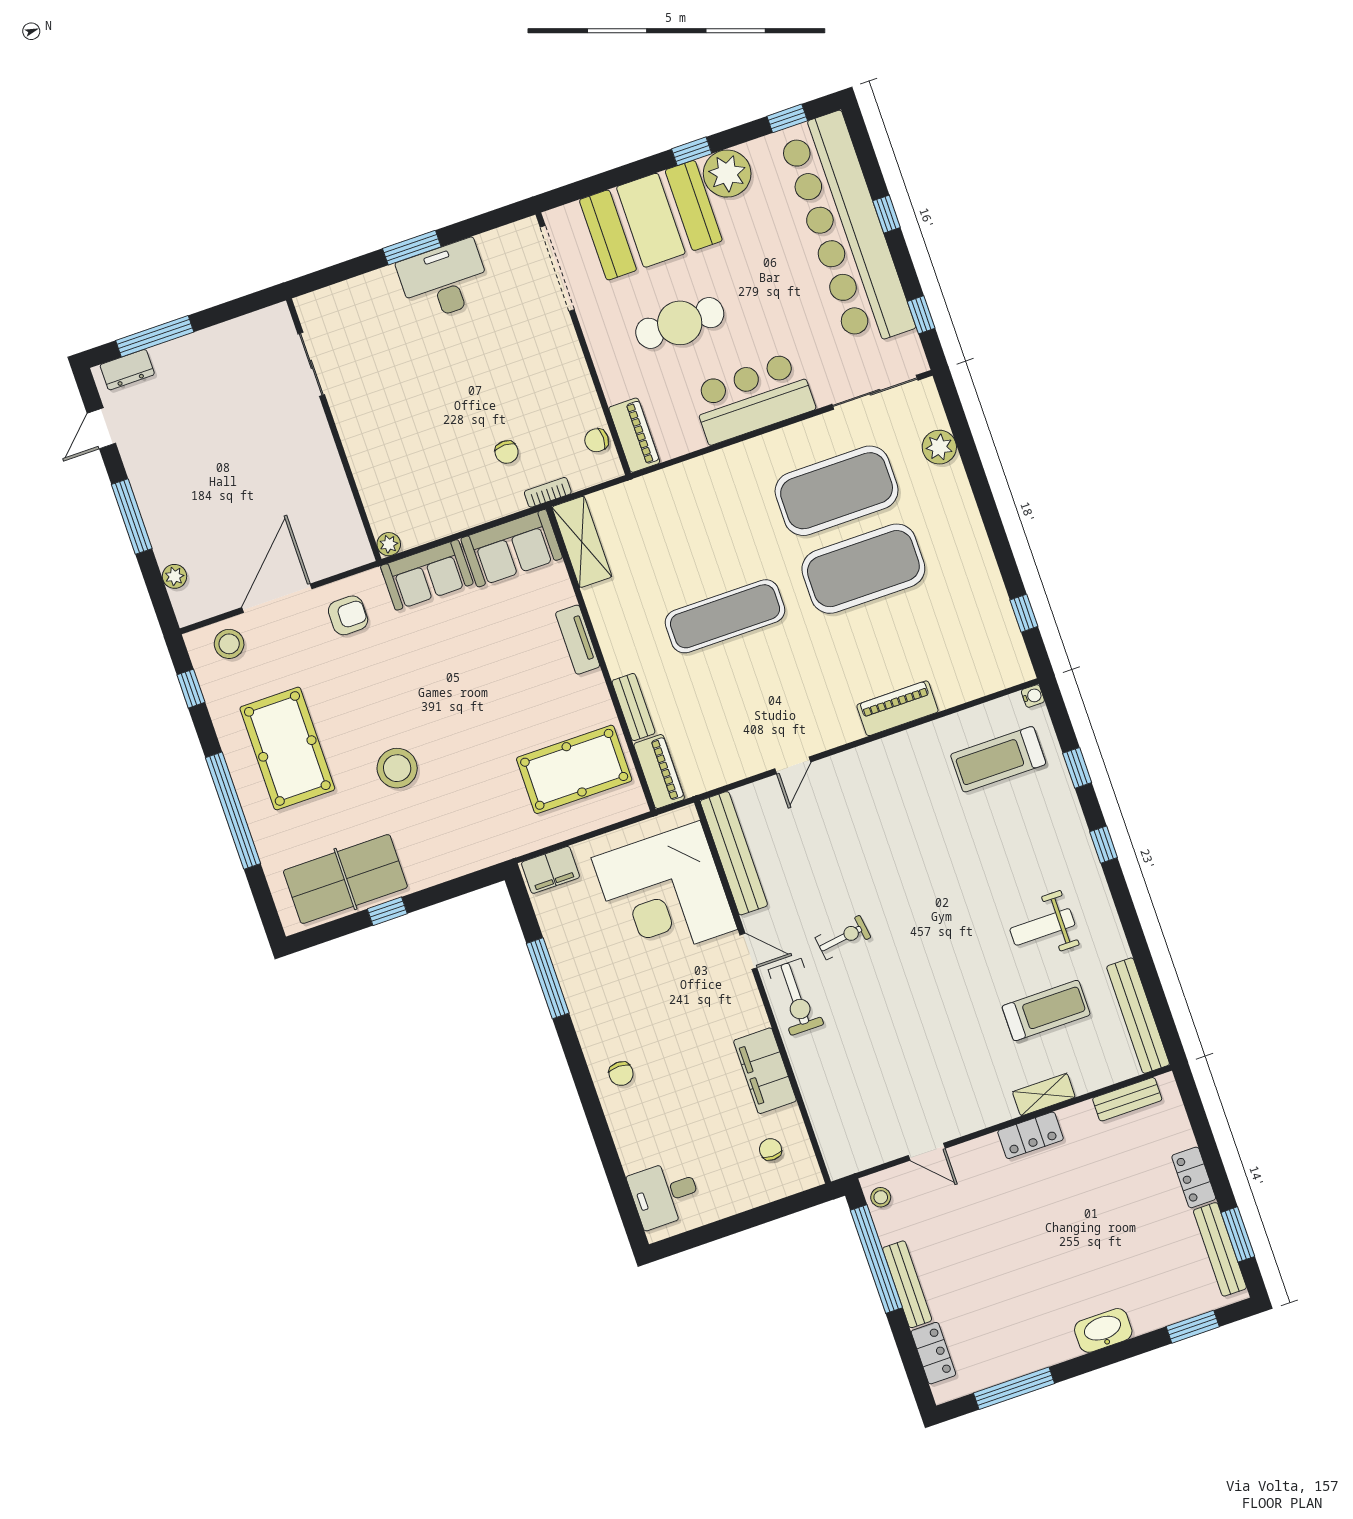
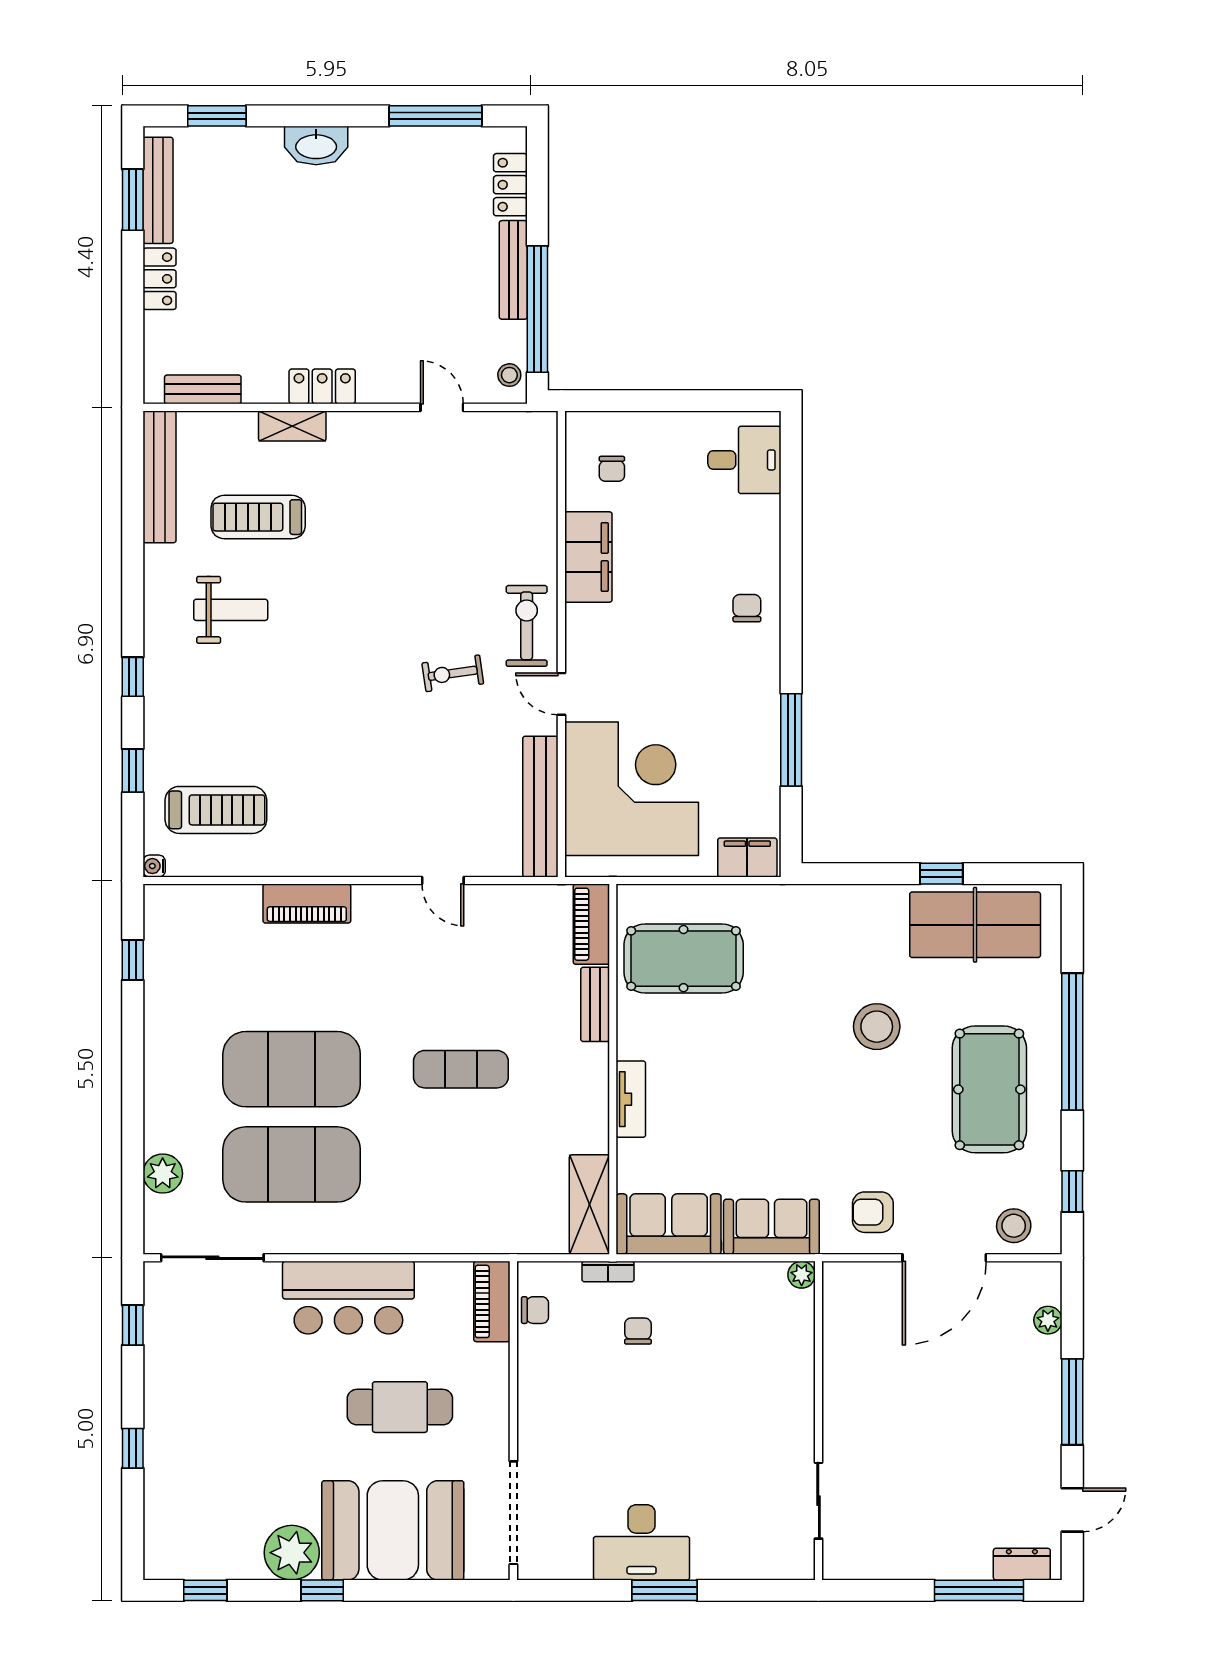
bar counter: (846, 230) -> (183, 1446), removed
exercise mat: (725, 616) -> (461, 1069), width x0.73, depth x0.69
door: (793, 765) -> (443, 881), swing flipped

